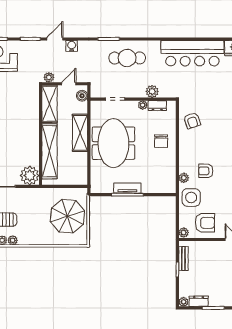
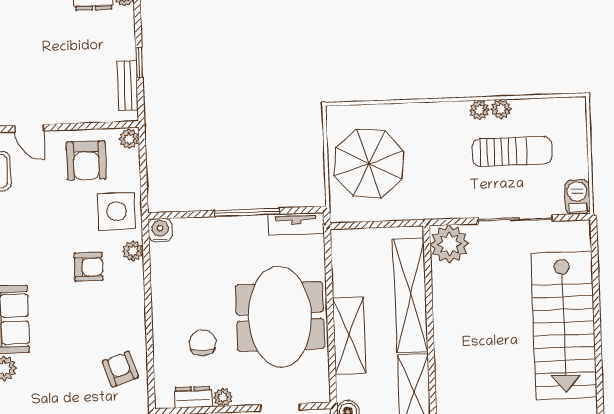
chair: (161, 141) -> (203, 343), moved
tv unit: (127, 188) -> (296, 224), moved
water cooler: (170, 188) -> (160, 230), added
armchair: (205, 223) -> (86, 160), turned -90

